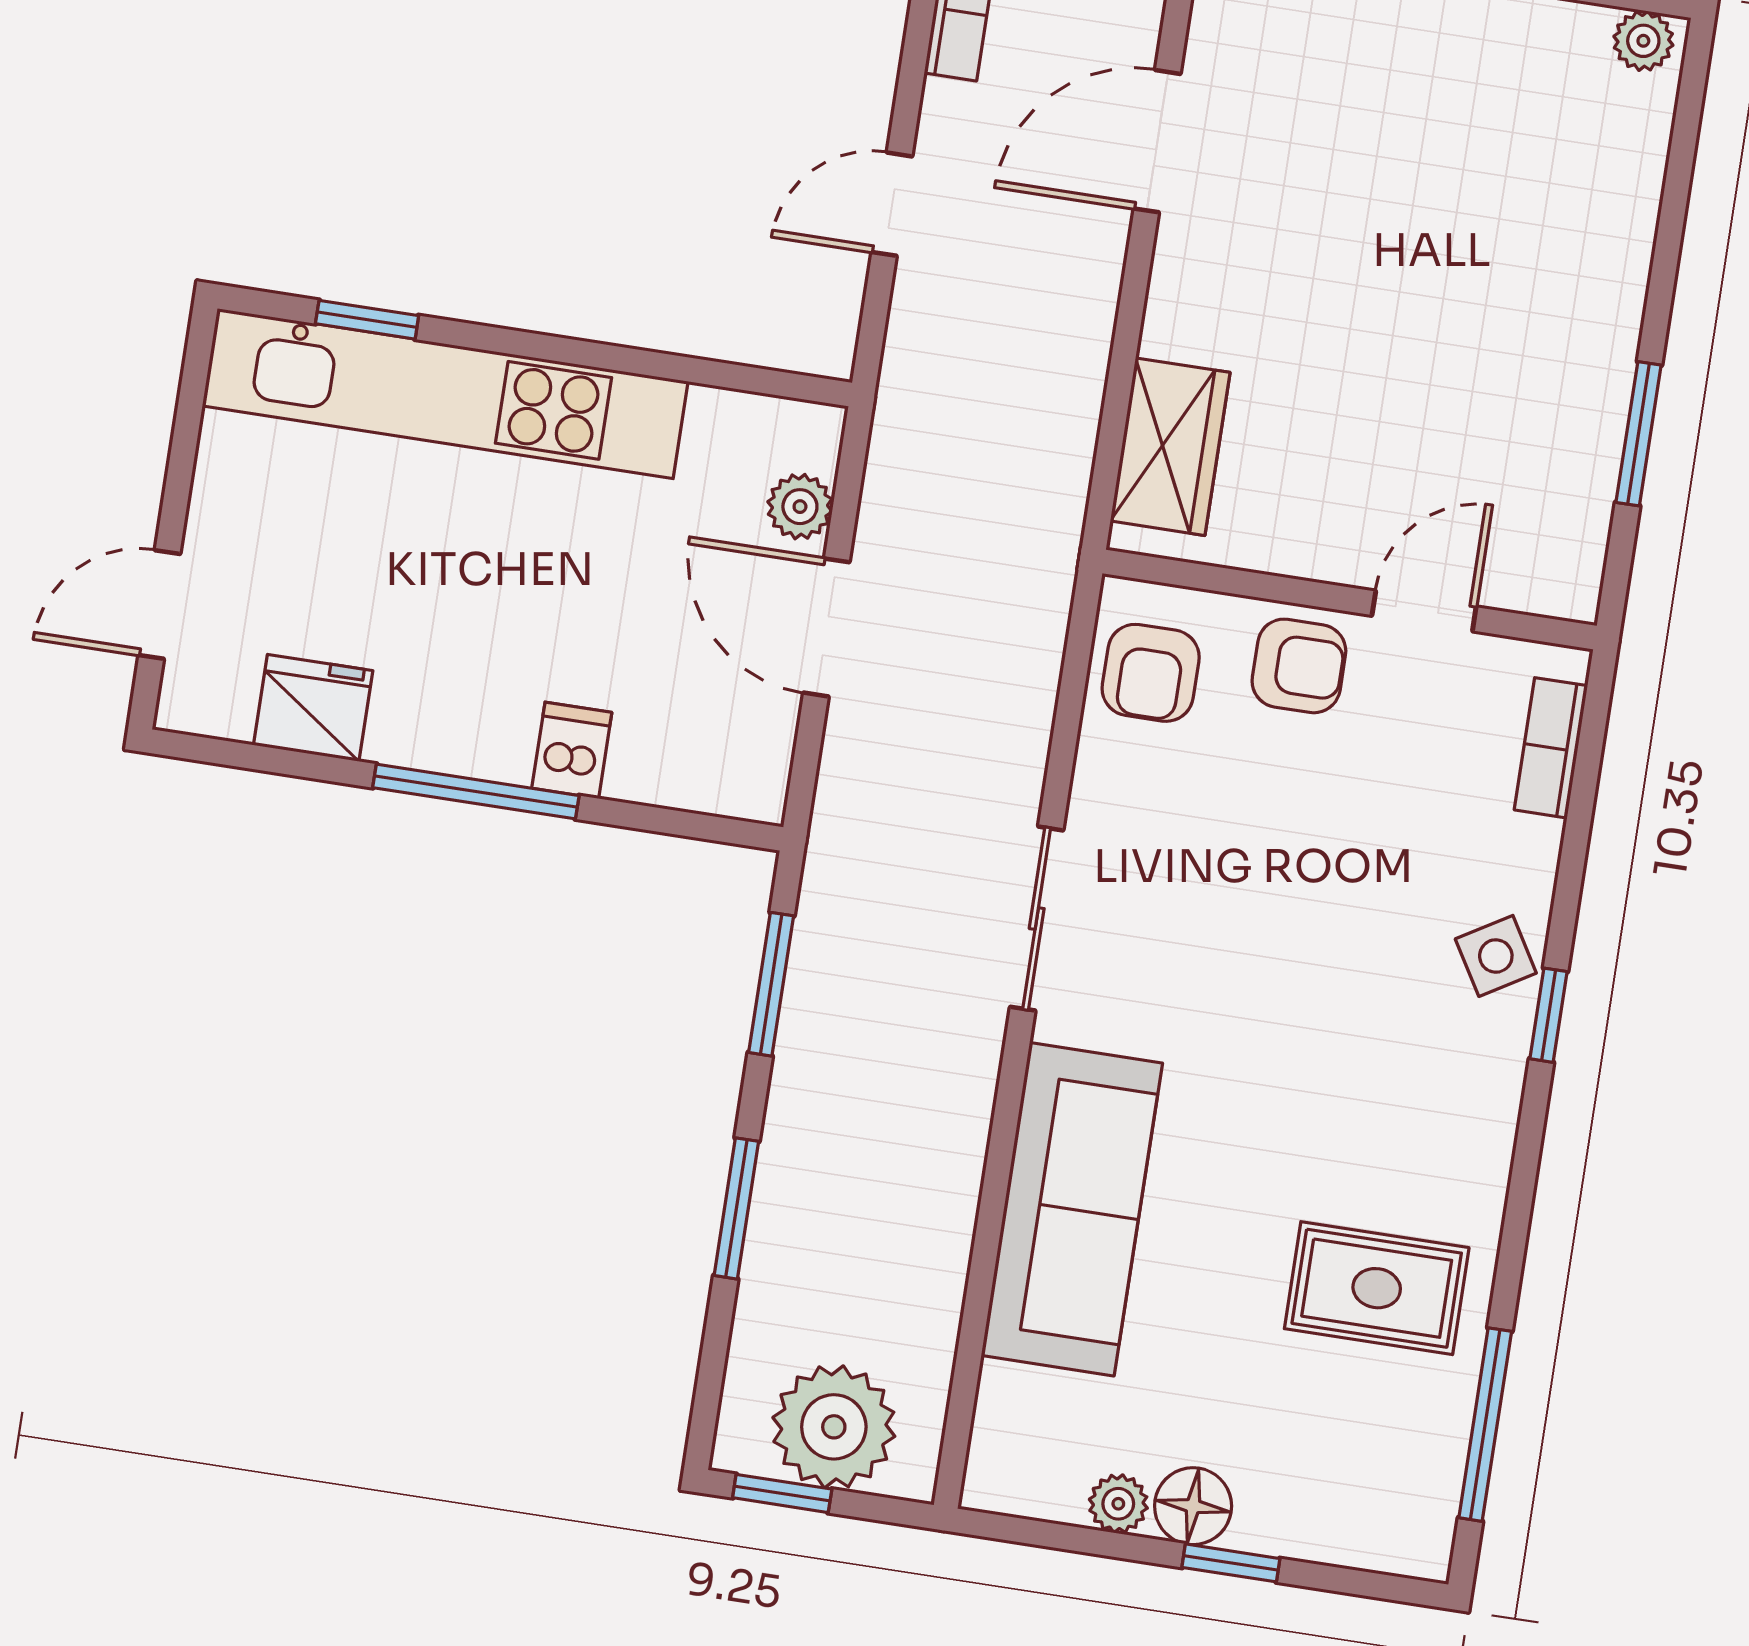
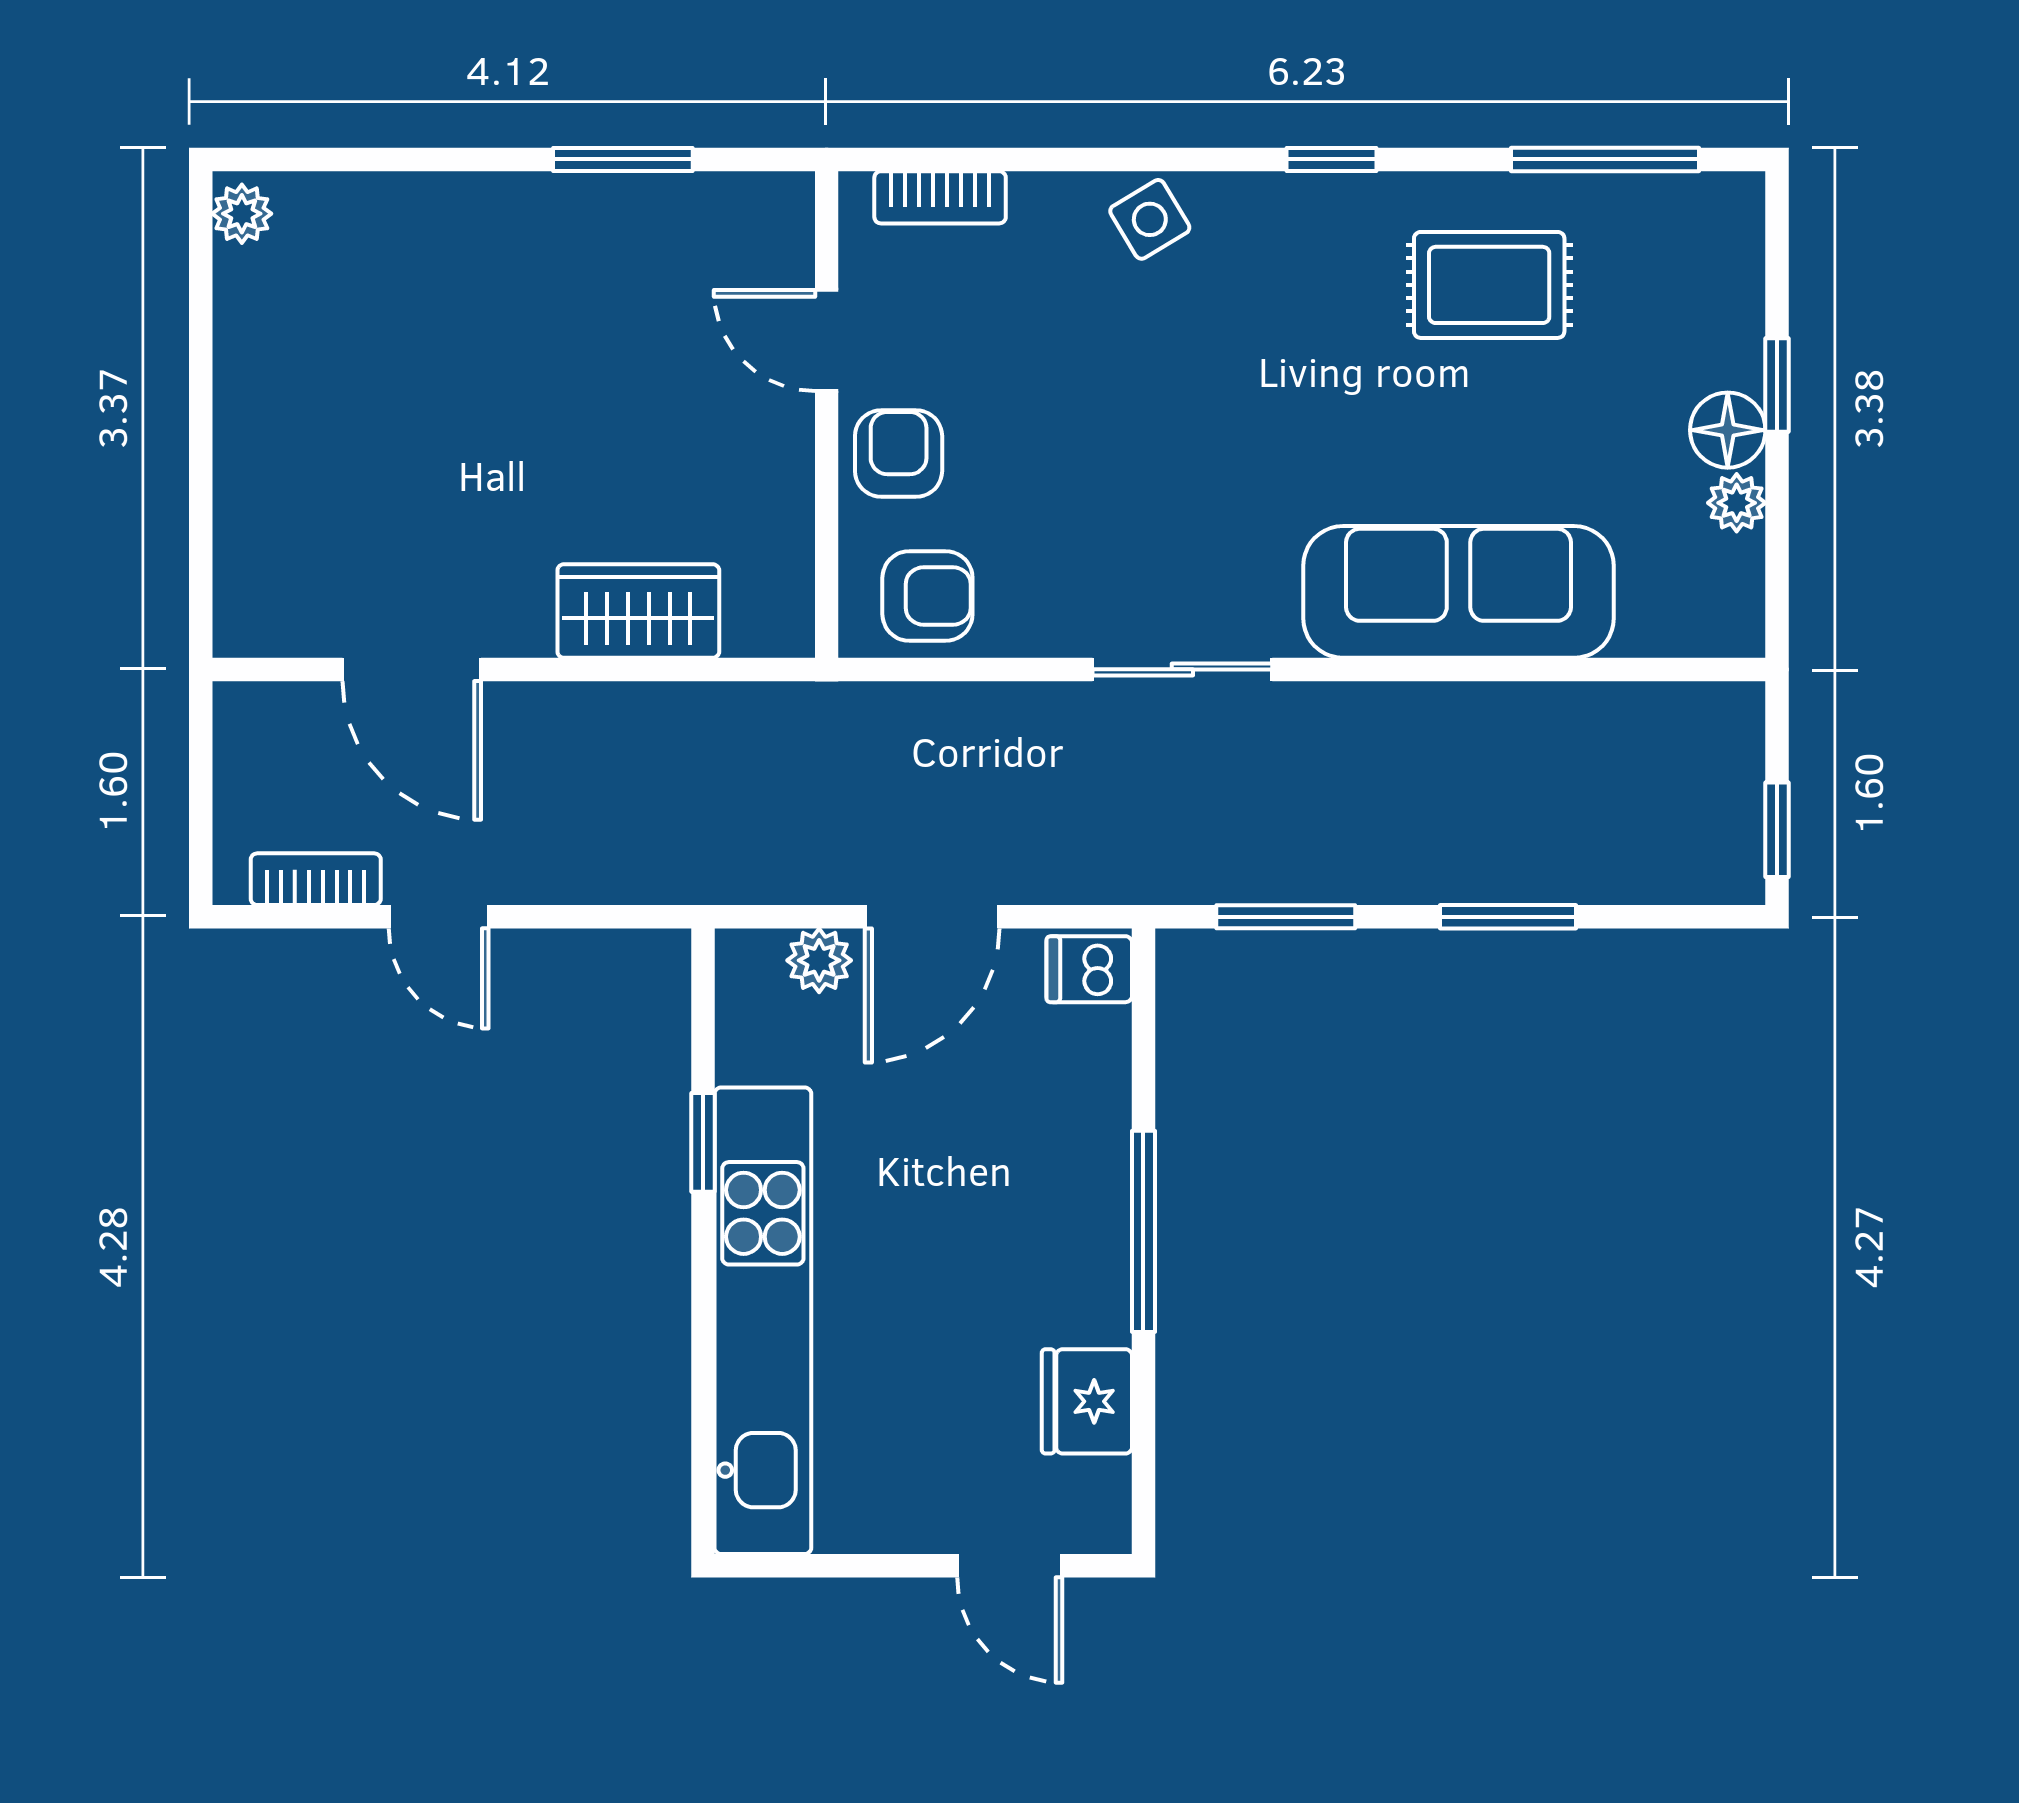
door: (892, 204) -> (439, 917), moved
window: (367, 320) -> (703, 1142), moved
wardrobe: (1170, 447) -> (638, 611), moved
dishwasher: (572, 750) -> (1089, 969), moved
window: (1549, 1015) -> (1331, 159), moved
rug: (1377, 1288) -> (1489, 285), turned 90
plant: (834, 1427) -> (1705, 790), removed

